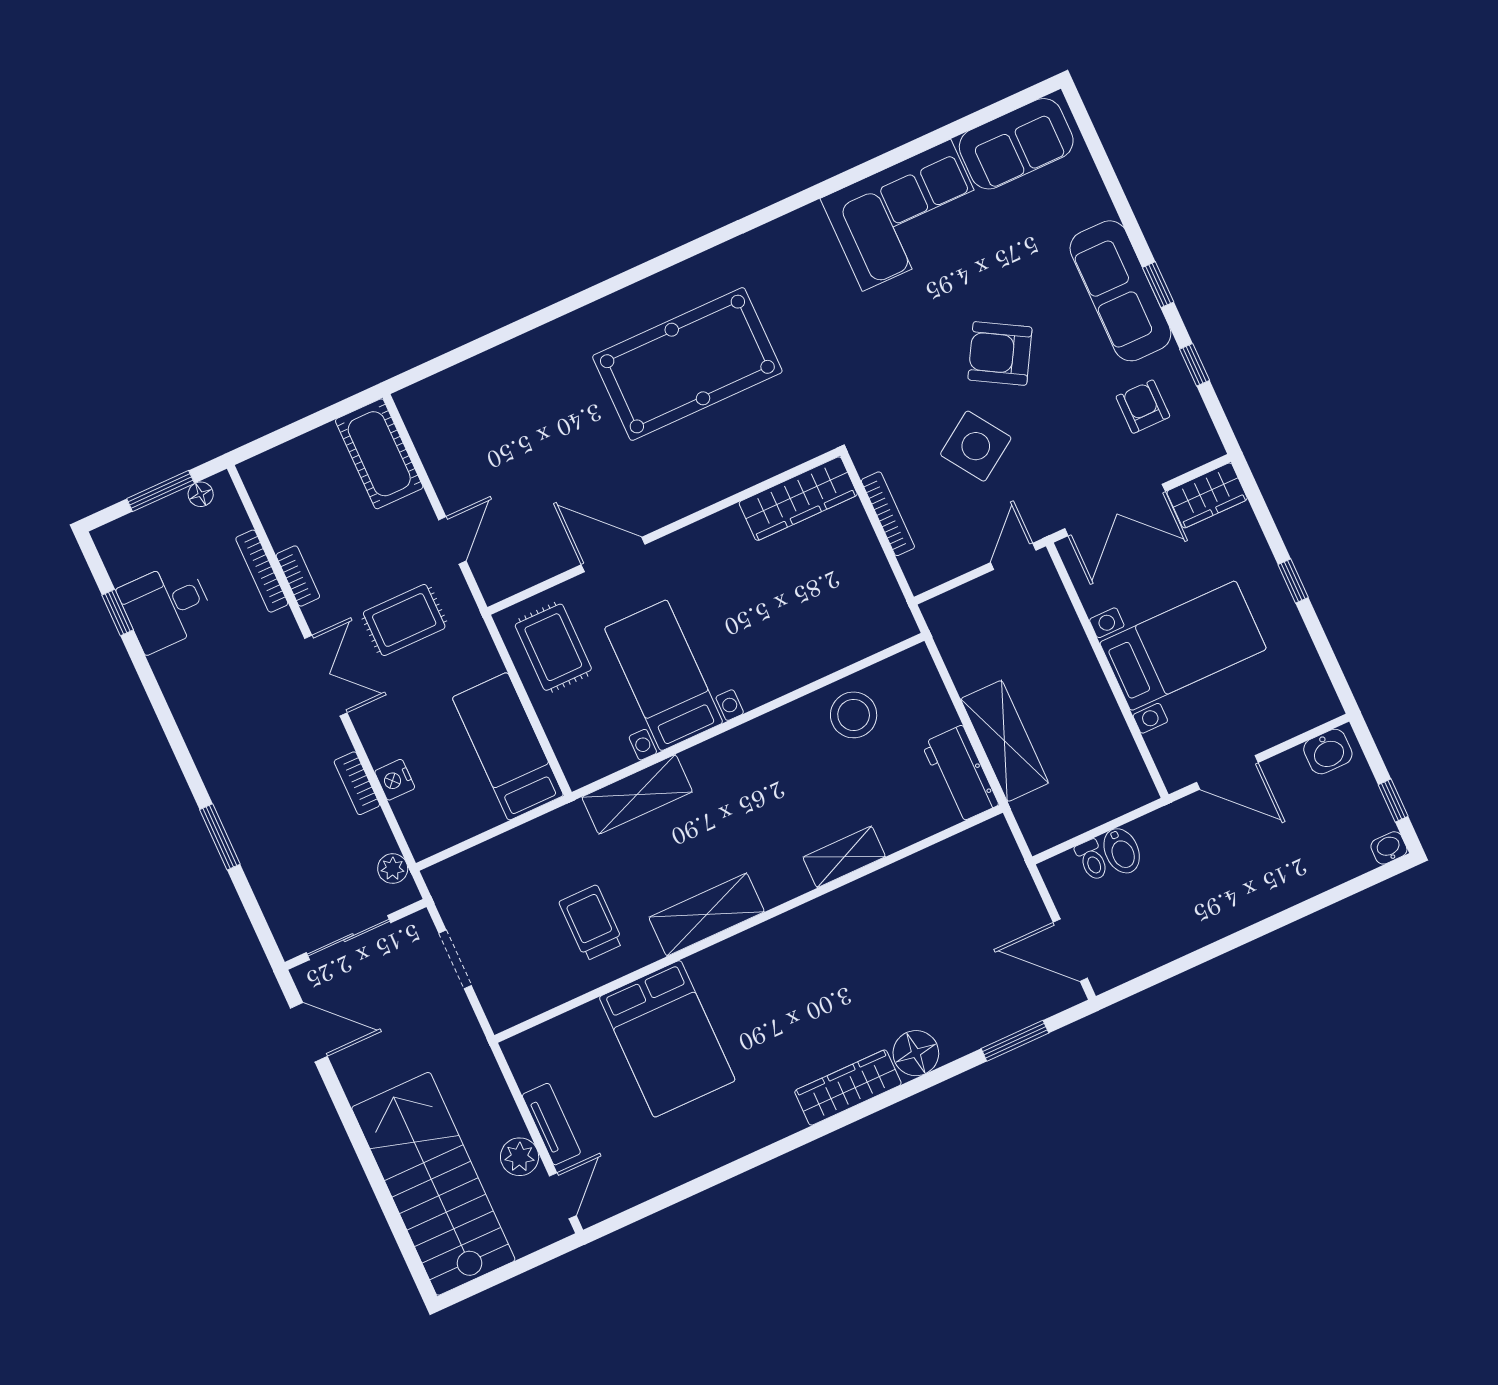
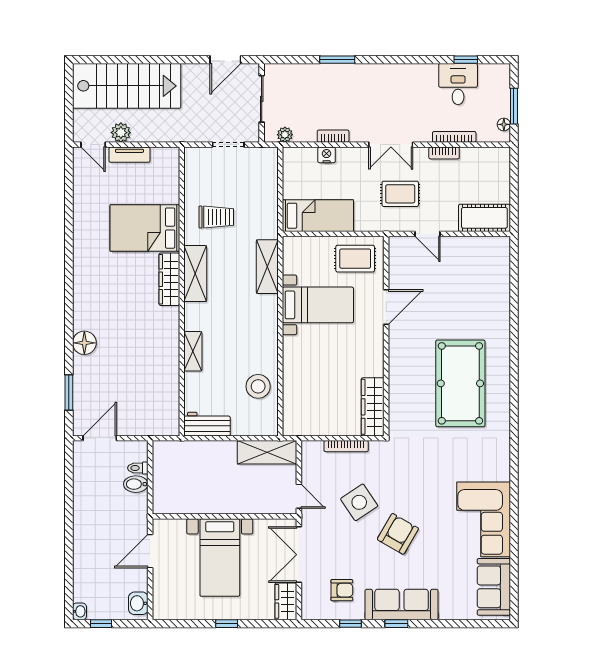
rug: (404, 620) -> (400, 194), turned 90
shelving: (1005, 741) -> (267, 452), moved
wardrobe: (848, 1088) -> (169, 279), moved, turned 180

